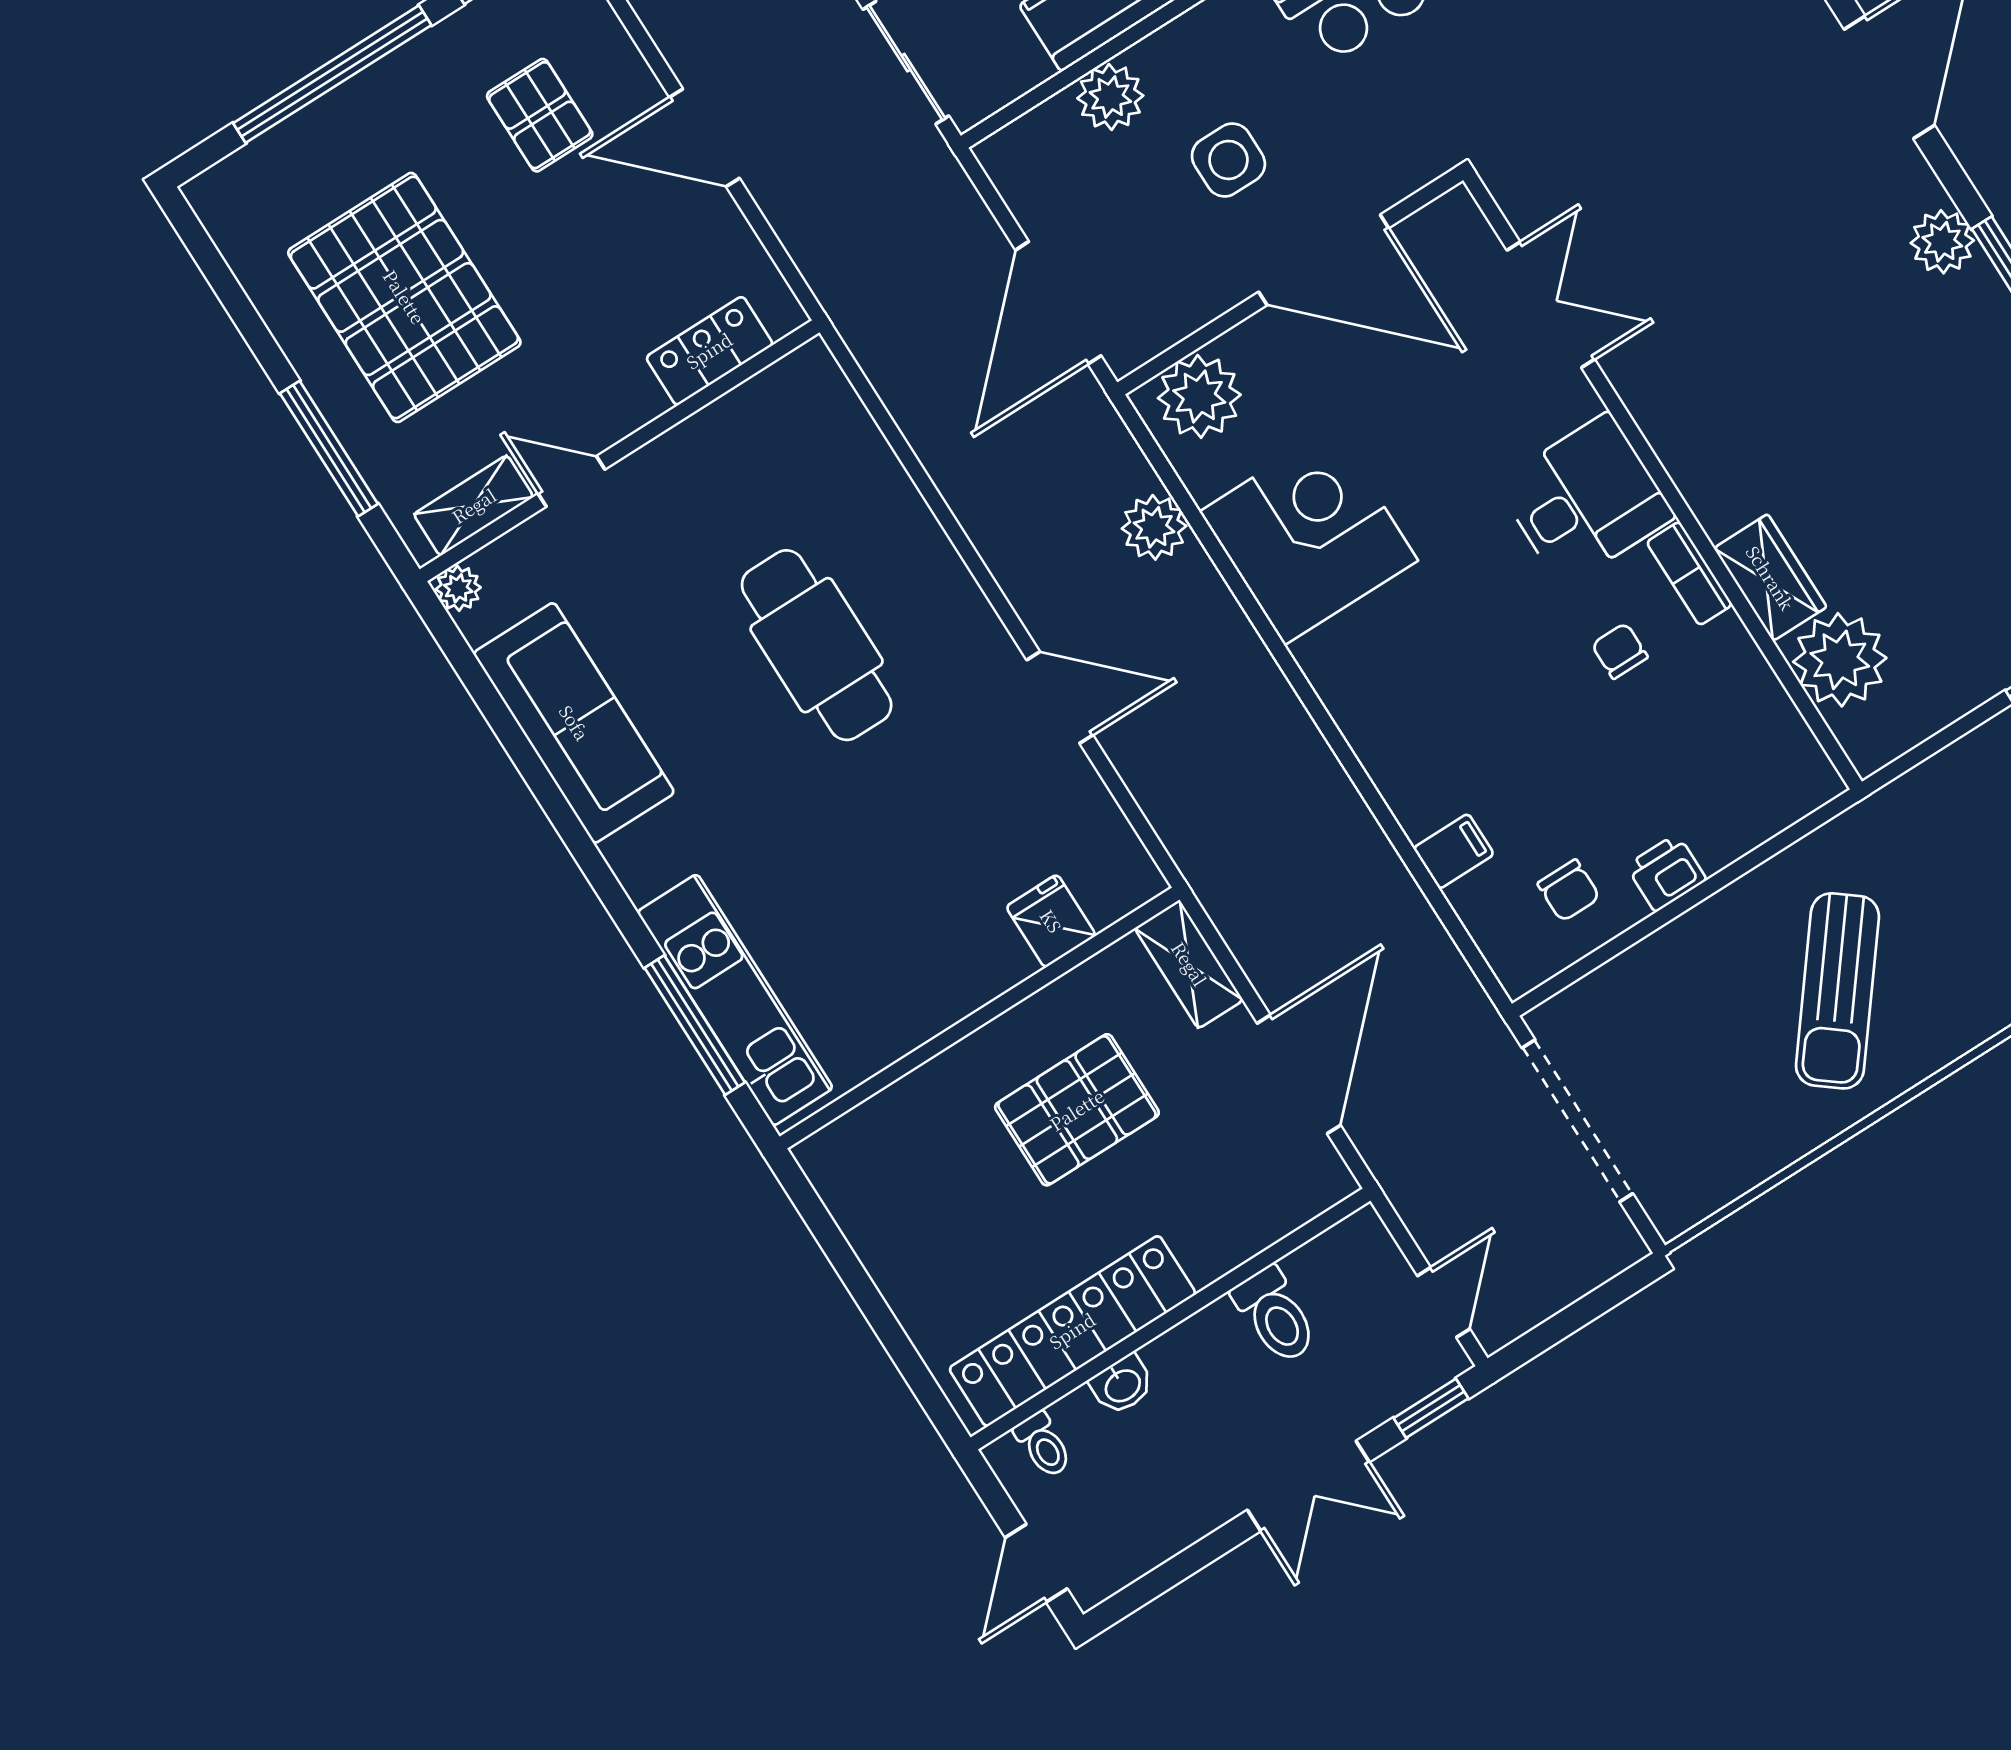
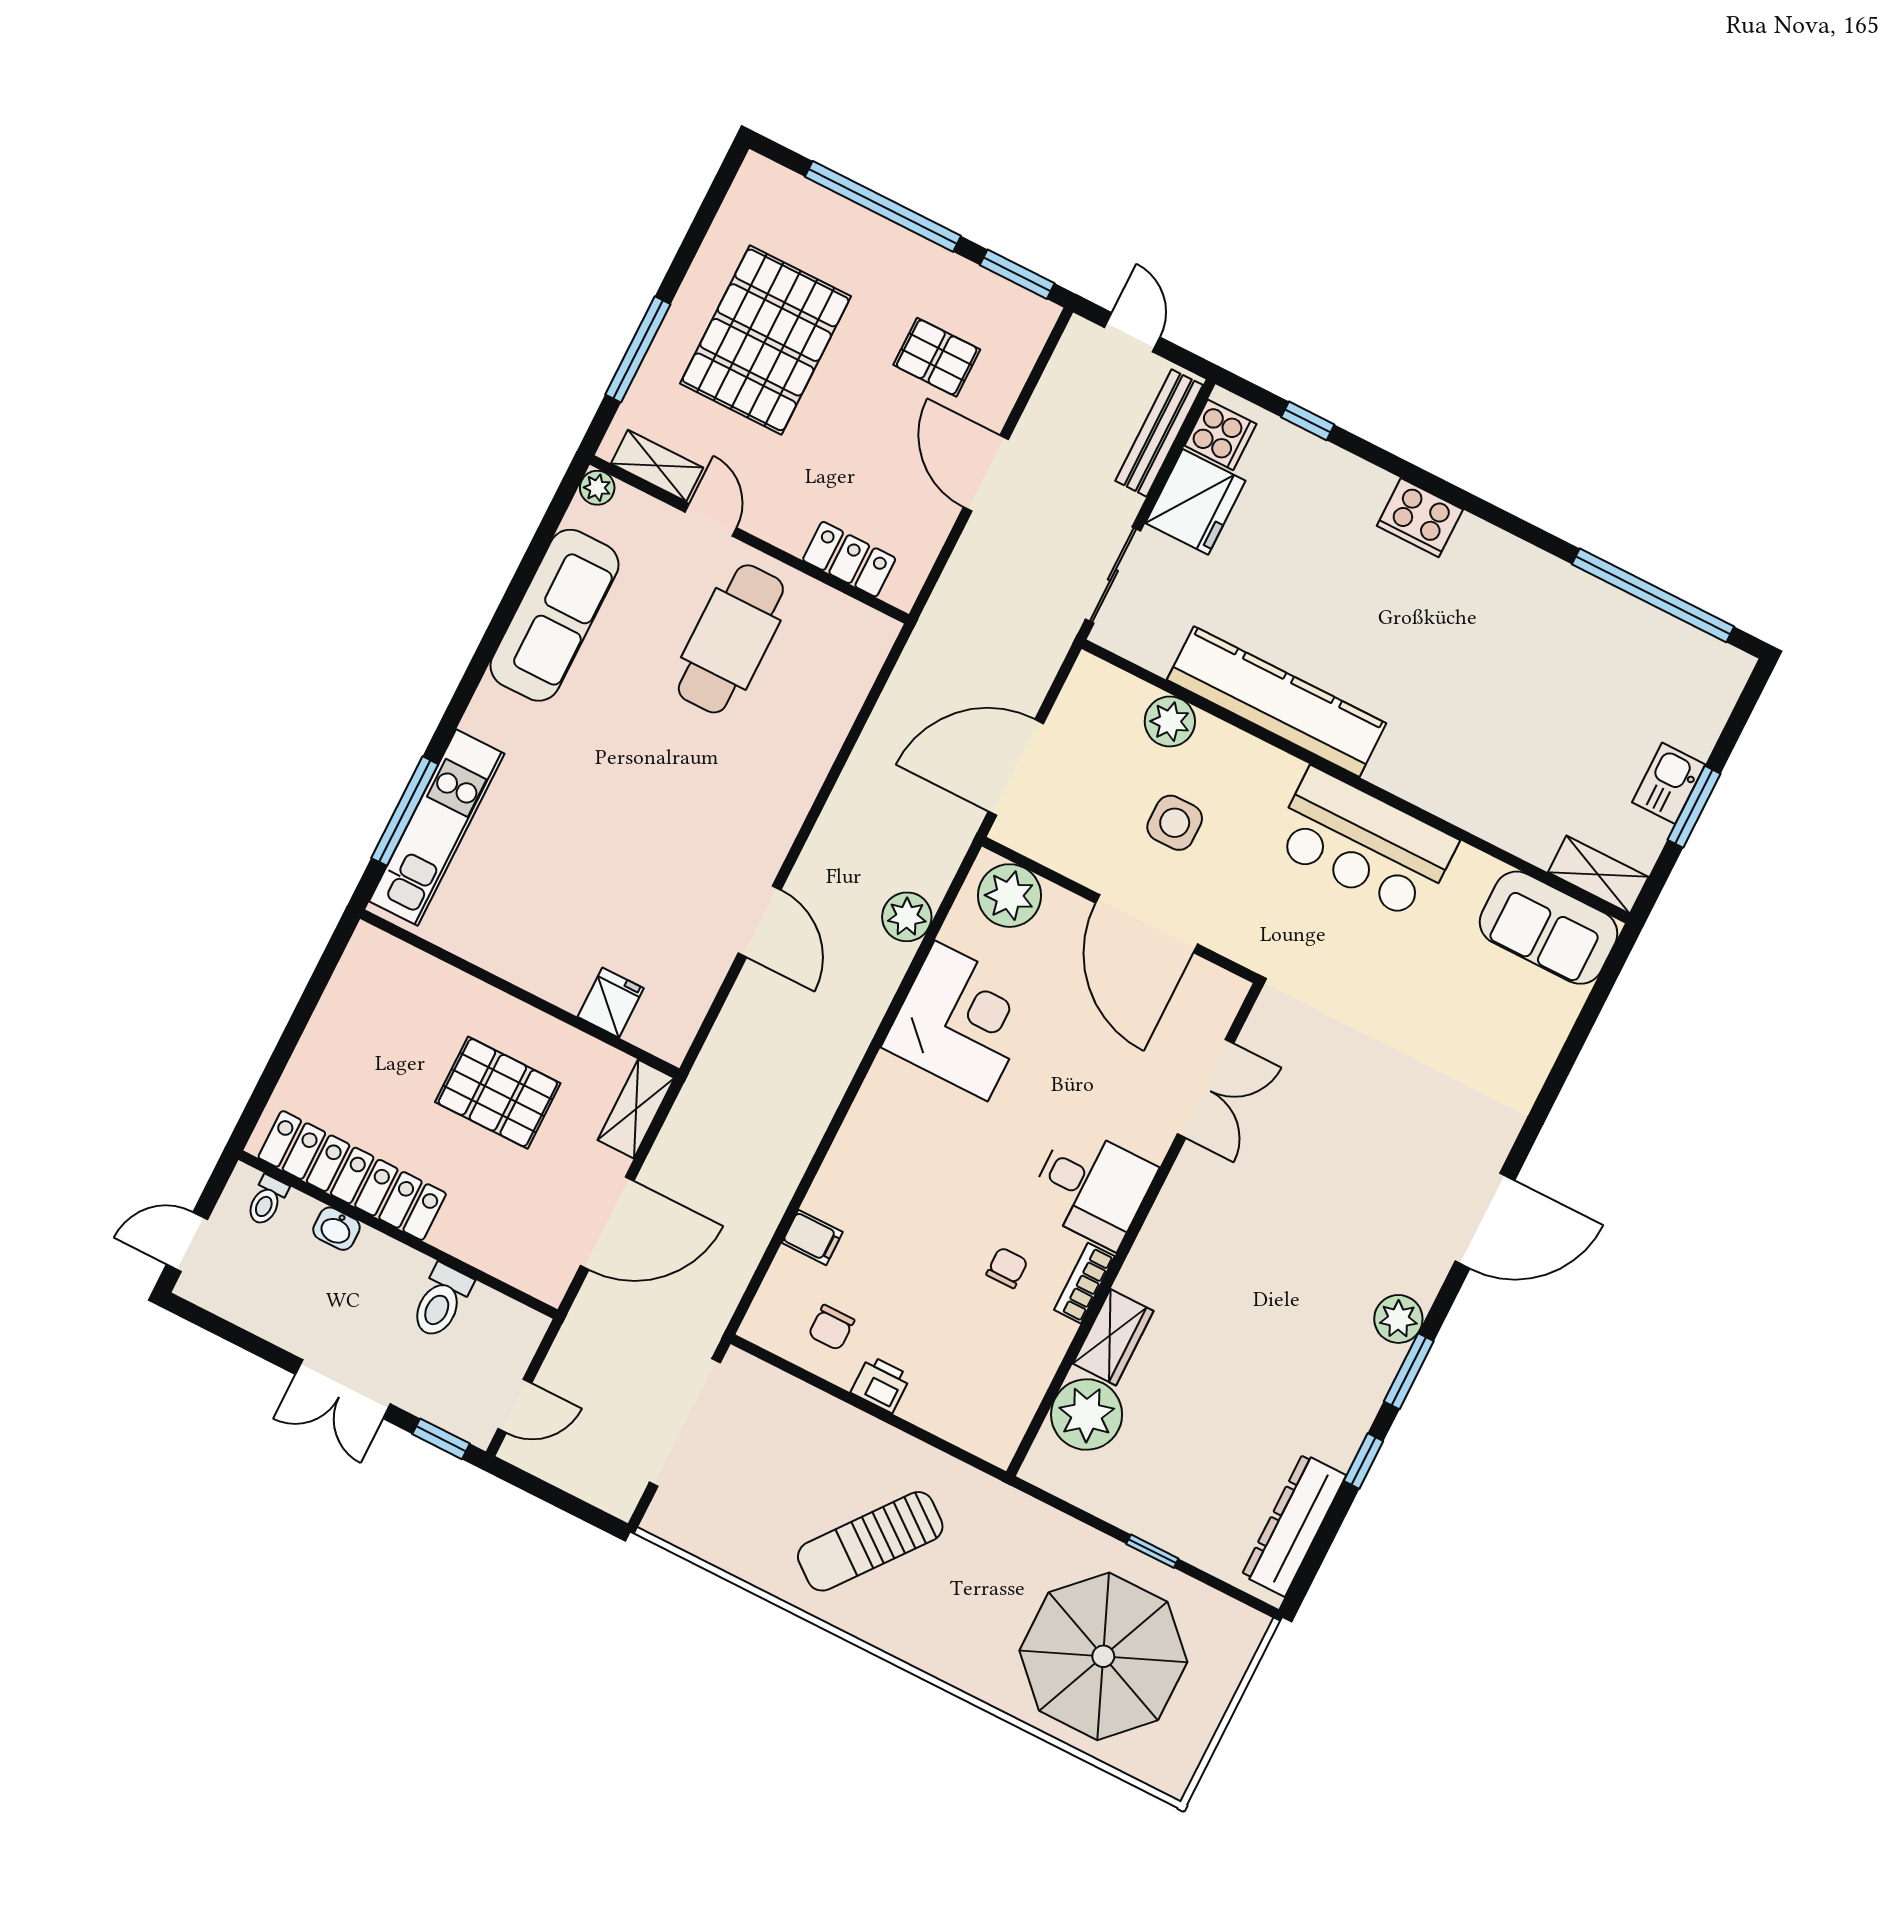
pallet: (540, 115) -> (937, 357), turned 90
cafe table: (817, 645) -> (731, 639), moved

